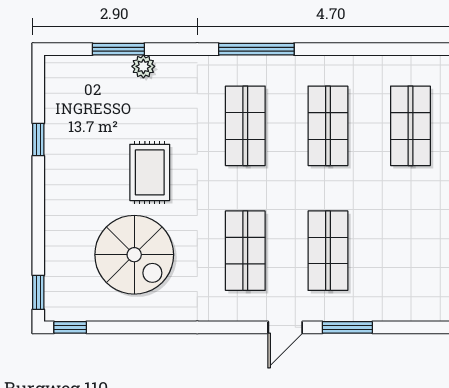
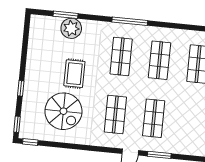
plant: (143, 66) -> (71, 28), width x1.87, depth x1.87
window: (38, 140) -> (21, 88), moved

